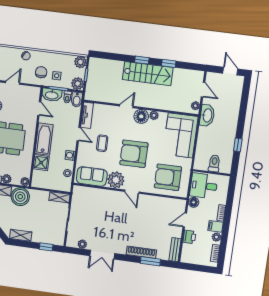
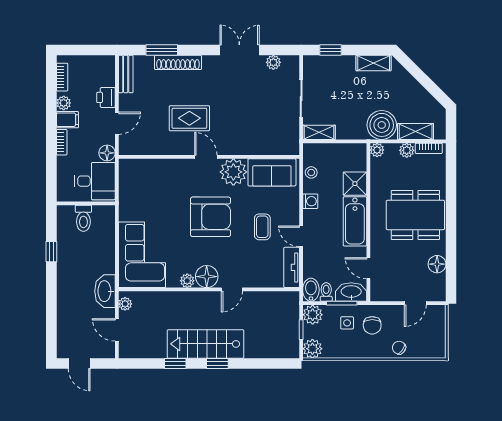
armchair: (168, 177) -> (152, 187), removed
rug: (139, 217) -> (189, 118), added

